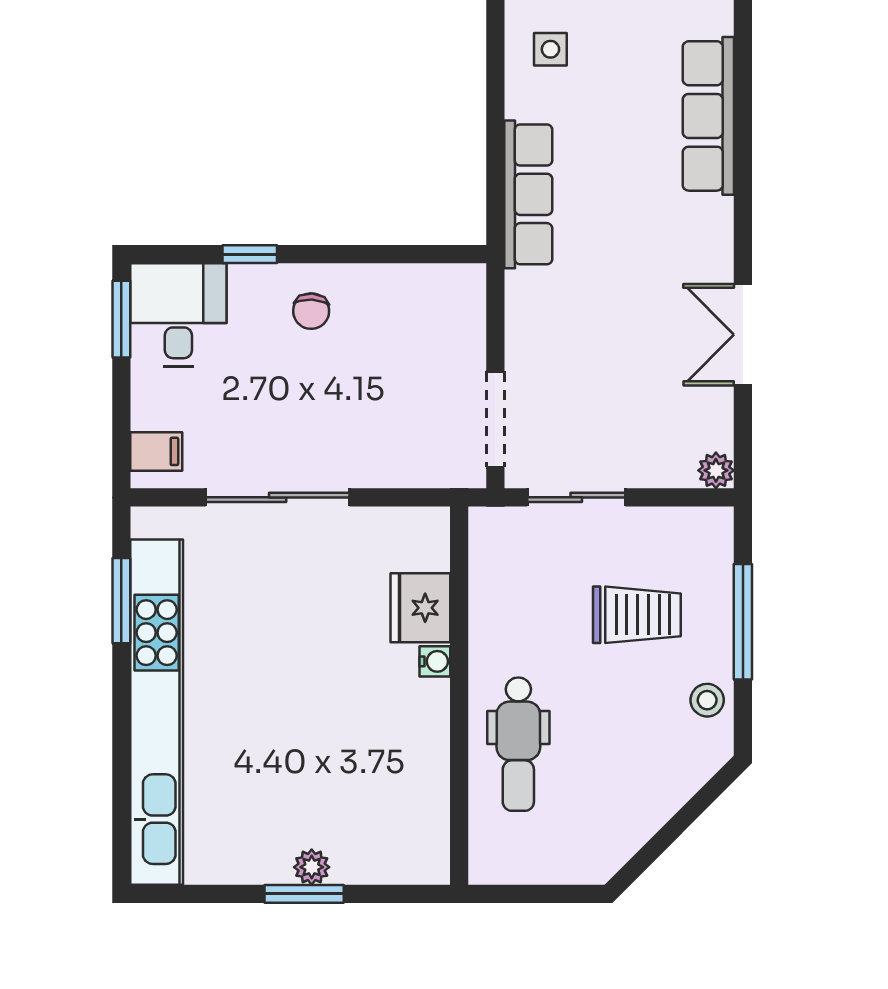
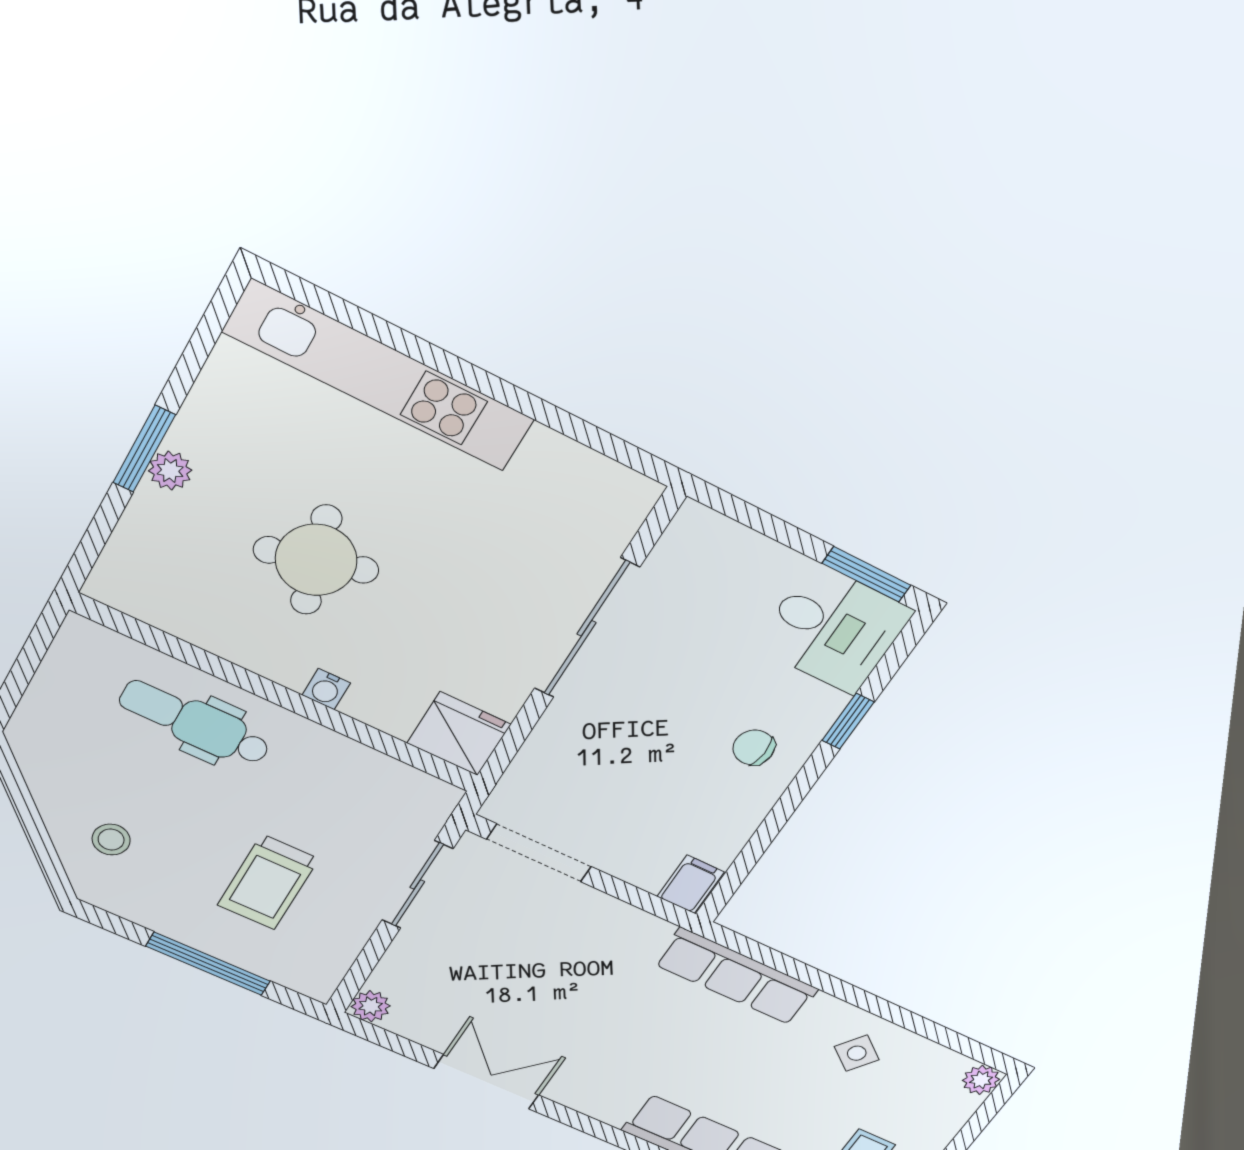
side table: (550, 49) -> (857, 1053), turned 37
filing cabinet: (156, 451) -> (691, 884), moved, turned 180
window: (121, 601) -> (573, 427), removed
fridge: (420, 608) -> (459, 734), moved
stool: (707, 700) -> (111, 840), moved
kitchen unit: (157, 712) -> (379, 376), width x0.73
round table: (328, 726) -> (316, 560), added

